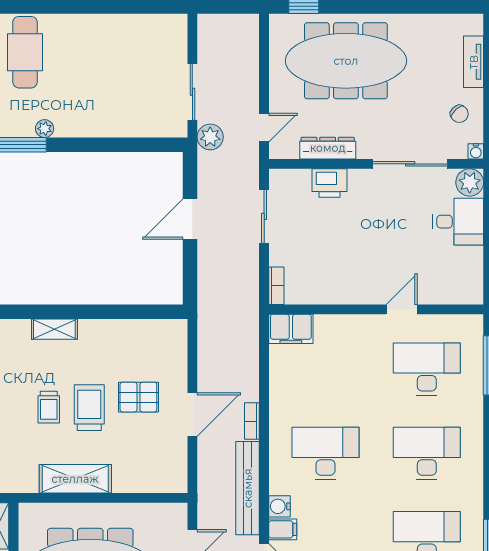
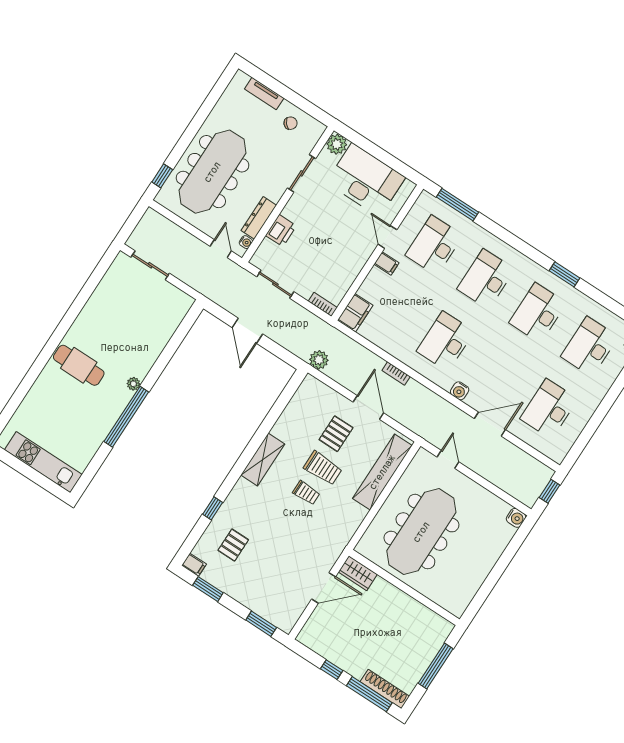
sliding door: (192, 92) -> (150, 265), moved
plant: (210, 137) -> (319, 360), moved
water cooler: (476, 151) -> (246, 242), moved
sliding door: (410, 164) -> (302, 173), width x0.73
desk: (458, 222) -> (366, 180), width x1.87, depth x1.30
shelving: (54, 329) -> (263, 459), width x1.50, depth x1.33
trolley: (89, 408) -> (323, 468), turned 180
shelving: (75, 479) -> (382, 472), moved, width x1.47
bench: (248, 488) -> (436, 403), removed
filing cabinet: (283, 529) -> (387, 263), moved, turned 90

